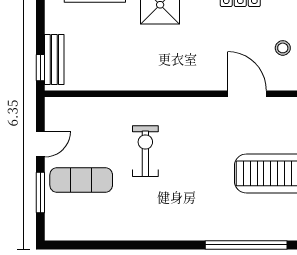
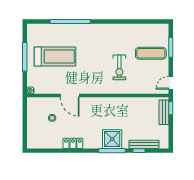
door: (40, 144) -> (171, 83), moved

